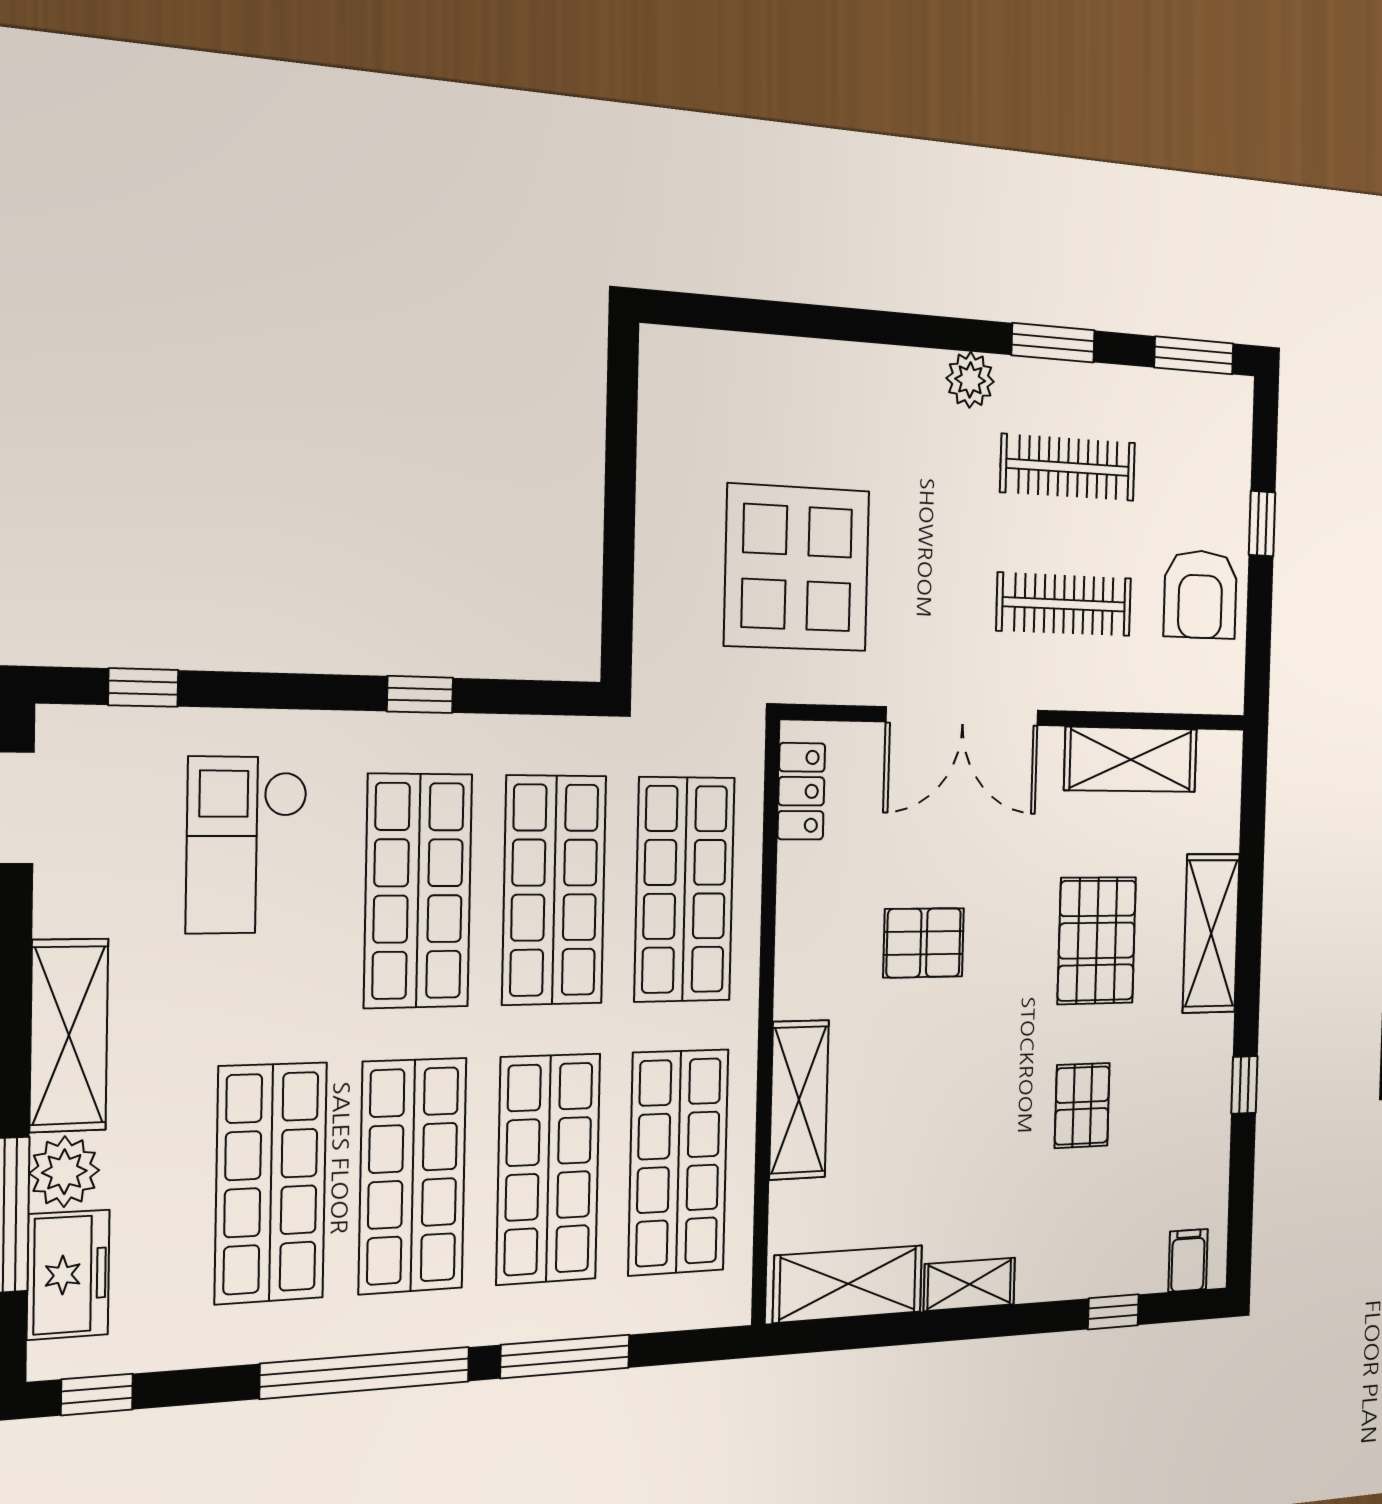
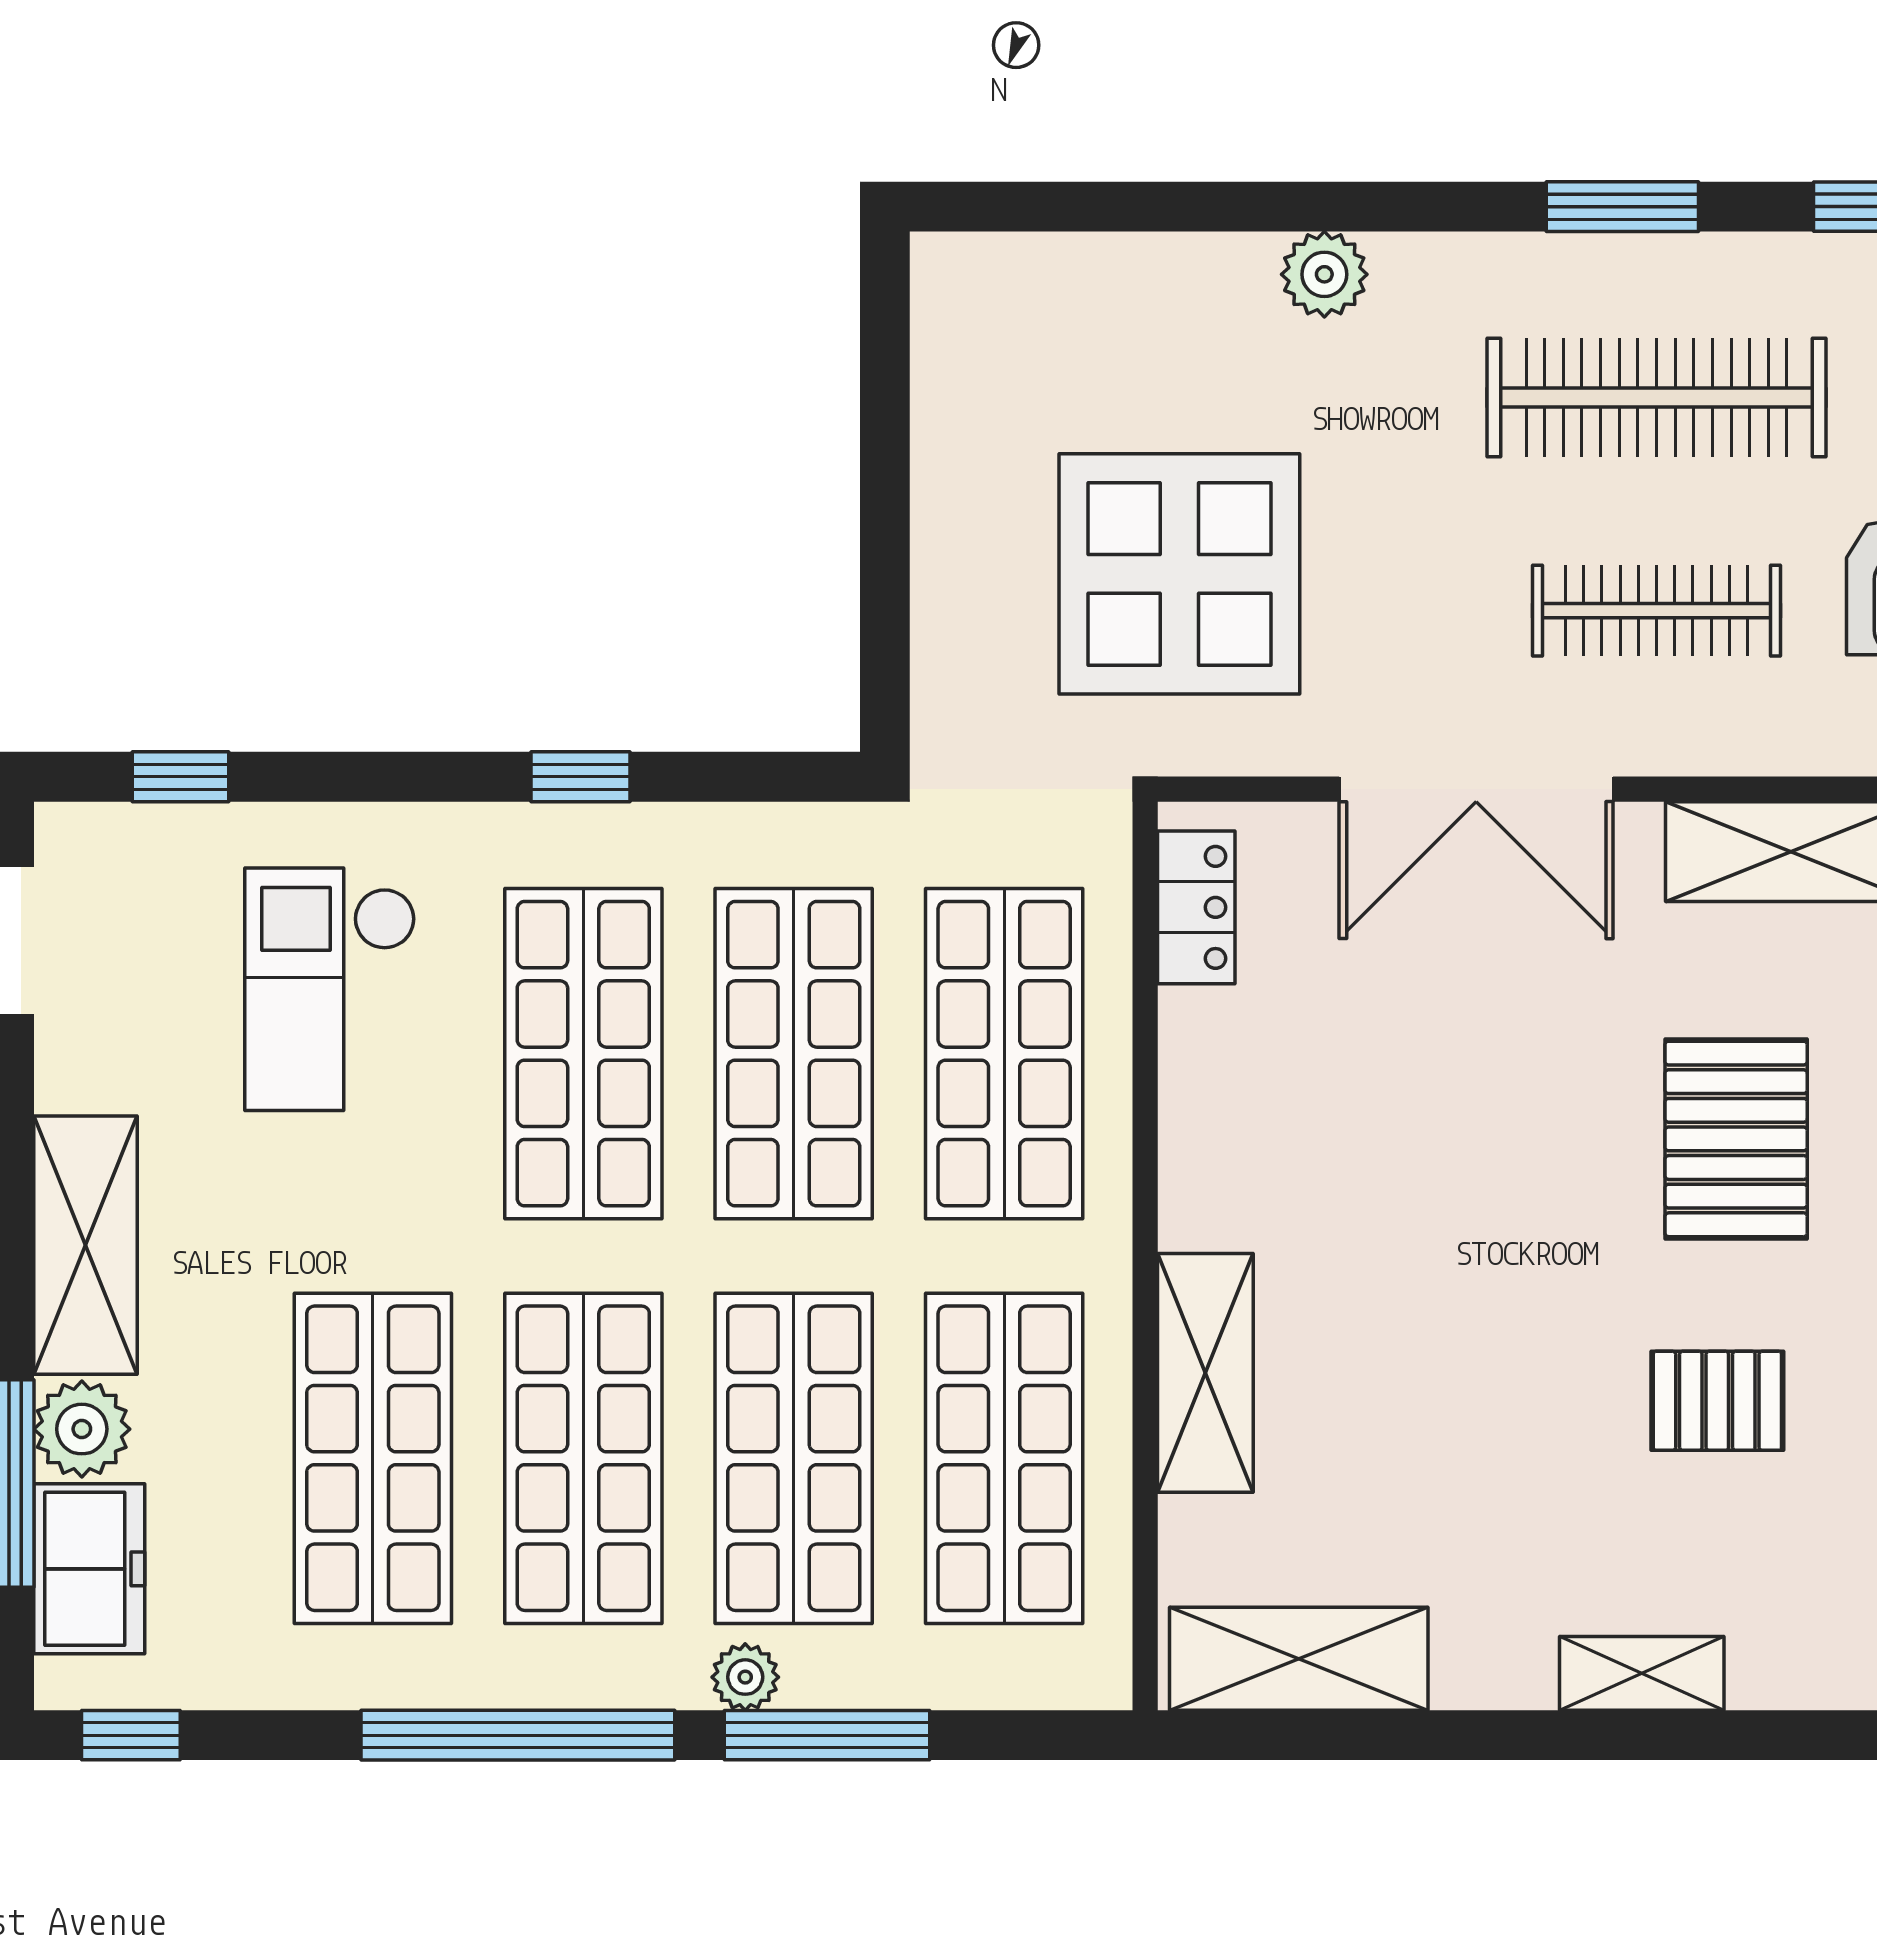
plant: (970, 380) -> (1324, 274), moved
clothes rail: (1068, 467) -> (1657, 398), width x1.37, depth x1.31
pallet: (924, 943) -> (1417, 1138), removed
pallet: (1082, 1105) -> (1717, 1401), turned 90
shelving: (969, 1284) -> (1642, 1673), moved
window: (1113, 1312) -> (1789, 1735), removed
plant: (515, 1321) -> (745, 1677), added

